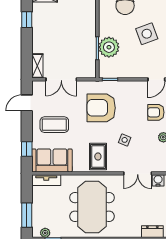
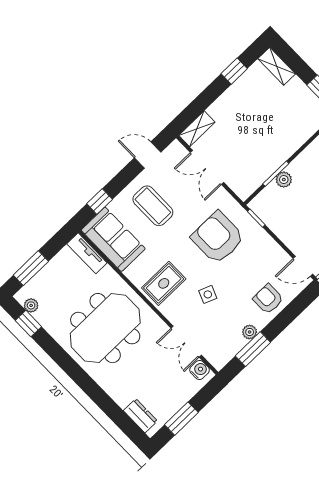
plant: (109, 47) -> (284, 180), width x0.53, depth x0.53

